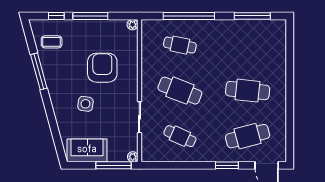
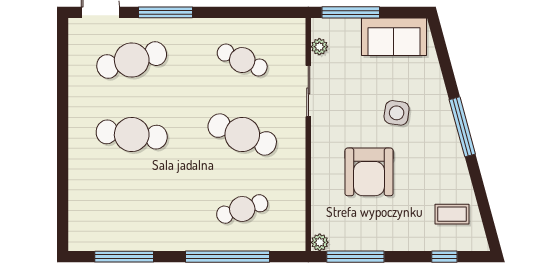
window: (90, 16) -> (355, 257), moved
cafe table: (180, 45) -> (242, 209), turned -30
window: (39, 71) -> (462, 127), moved
plant: (133, 157) -> (319, 47), moved
window: (227, 165) -> (165, 12), width x1.44

